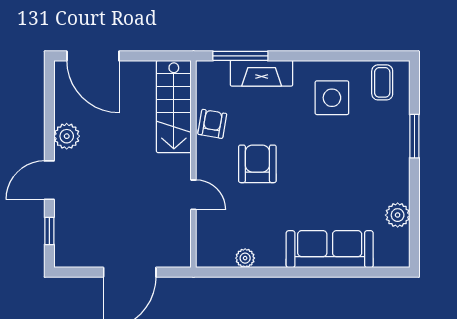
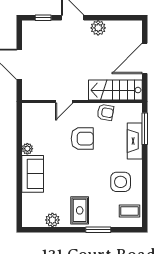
door: (93, 56) -> (145, 58), moved
rug: (381, 168) -> (80, 210), added
sofa: (330, 249) -> (33, 174), width x0.73
plant: (245, 258) -> (27, 149), moved

